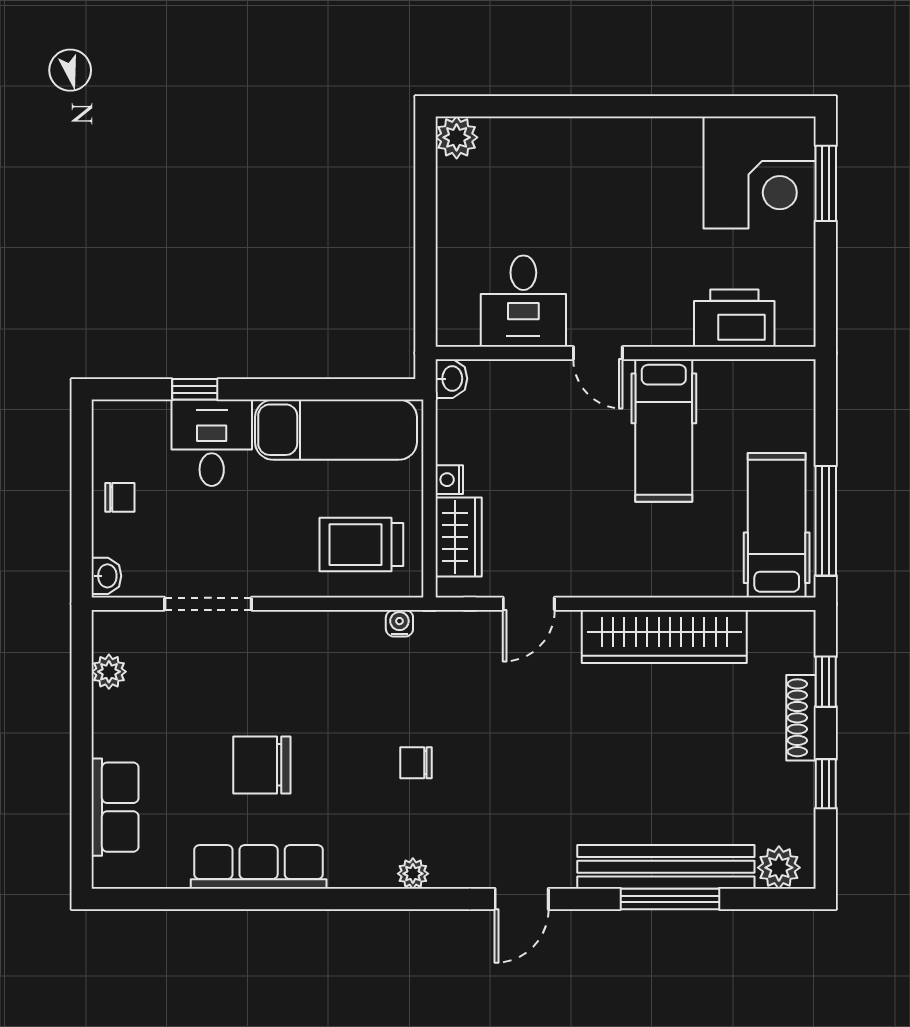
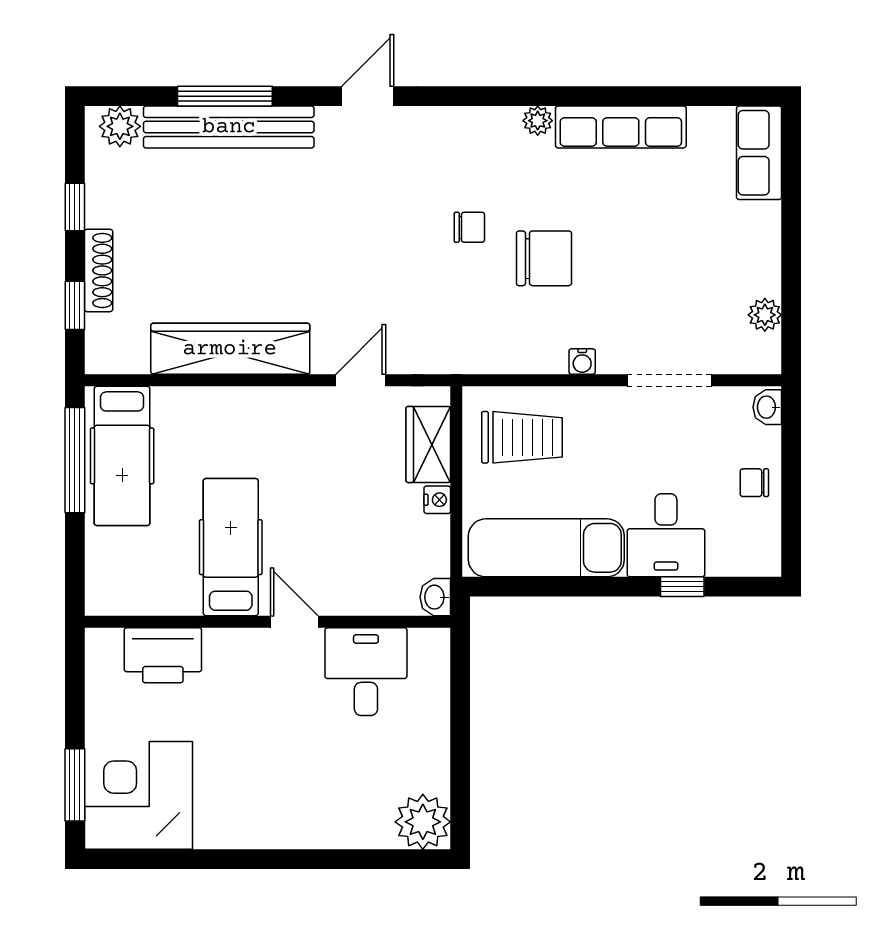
plant: (457, 137) -> (423, 822), width x1.36, depth x1.36
water cooler: (399, 623) -> (582, 362), moved
chair: (262, 765) -> (544, 258), moved
row of seats: (115, 807) -> (759, 153), moved
plant: (413, 874) -> (538, 121), moved

